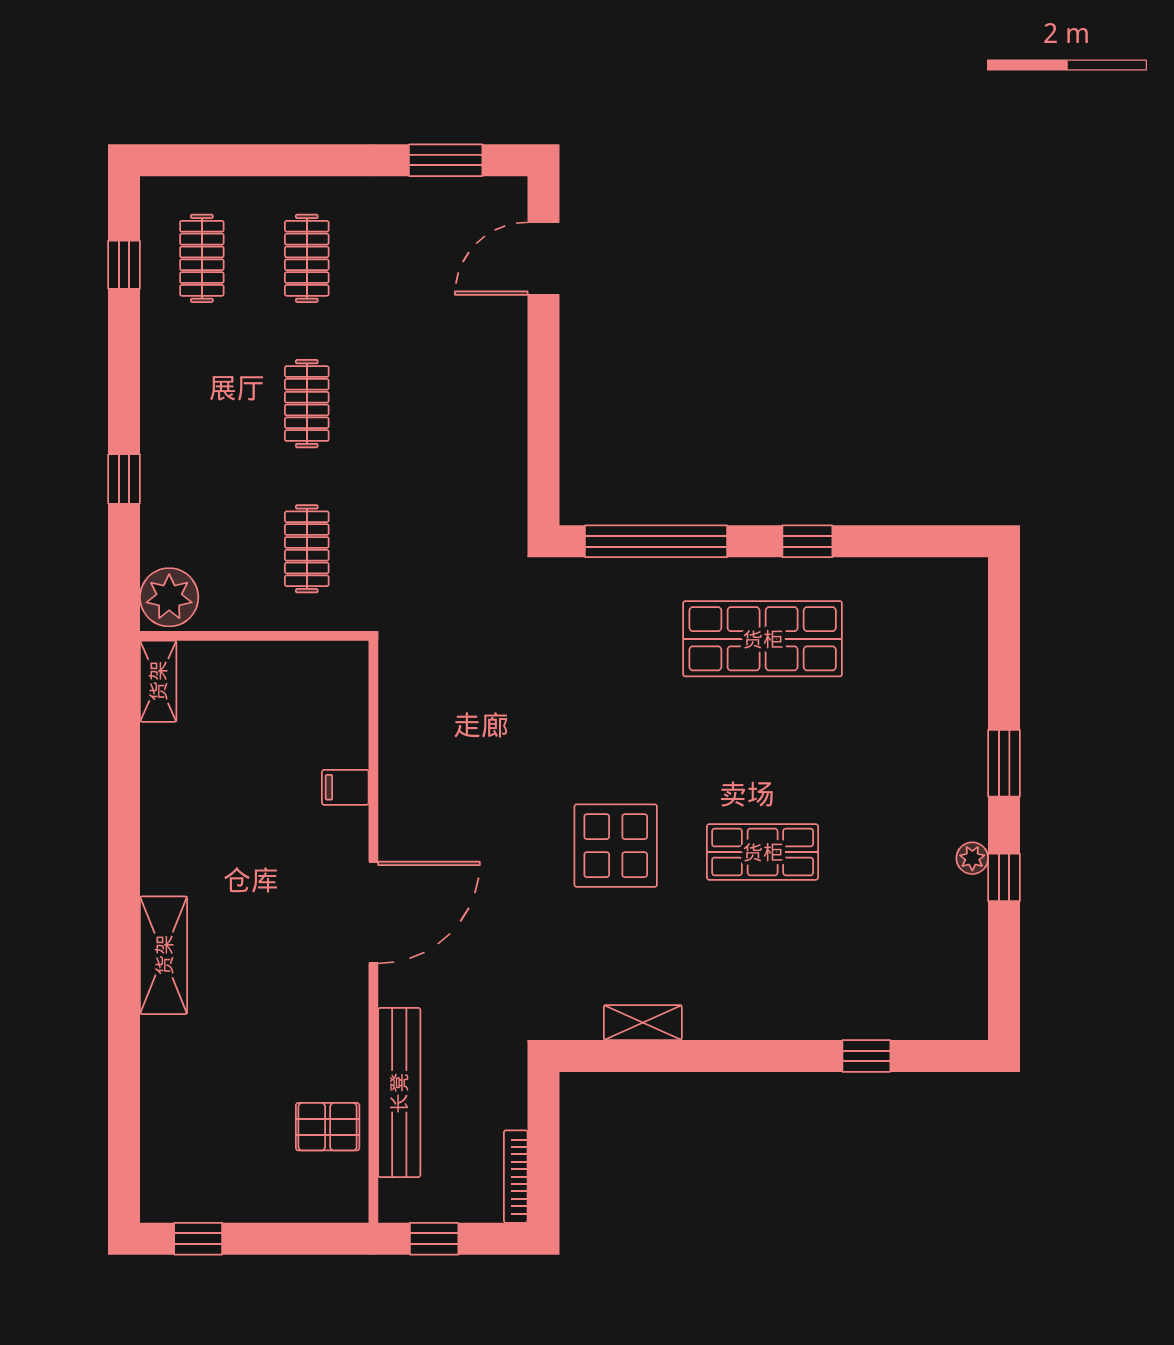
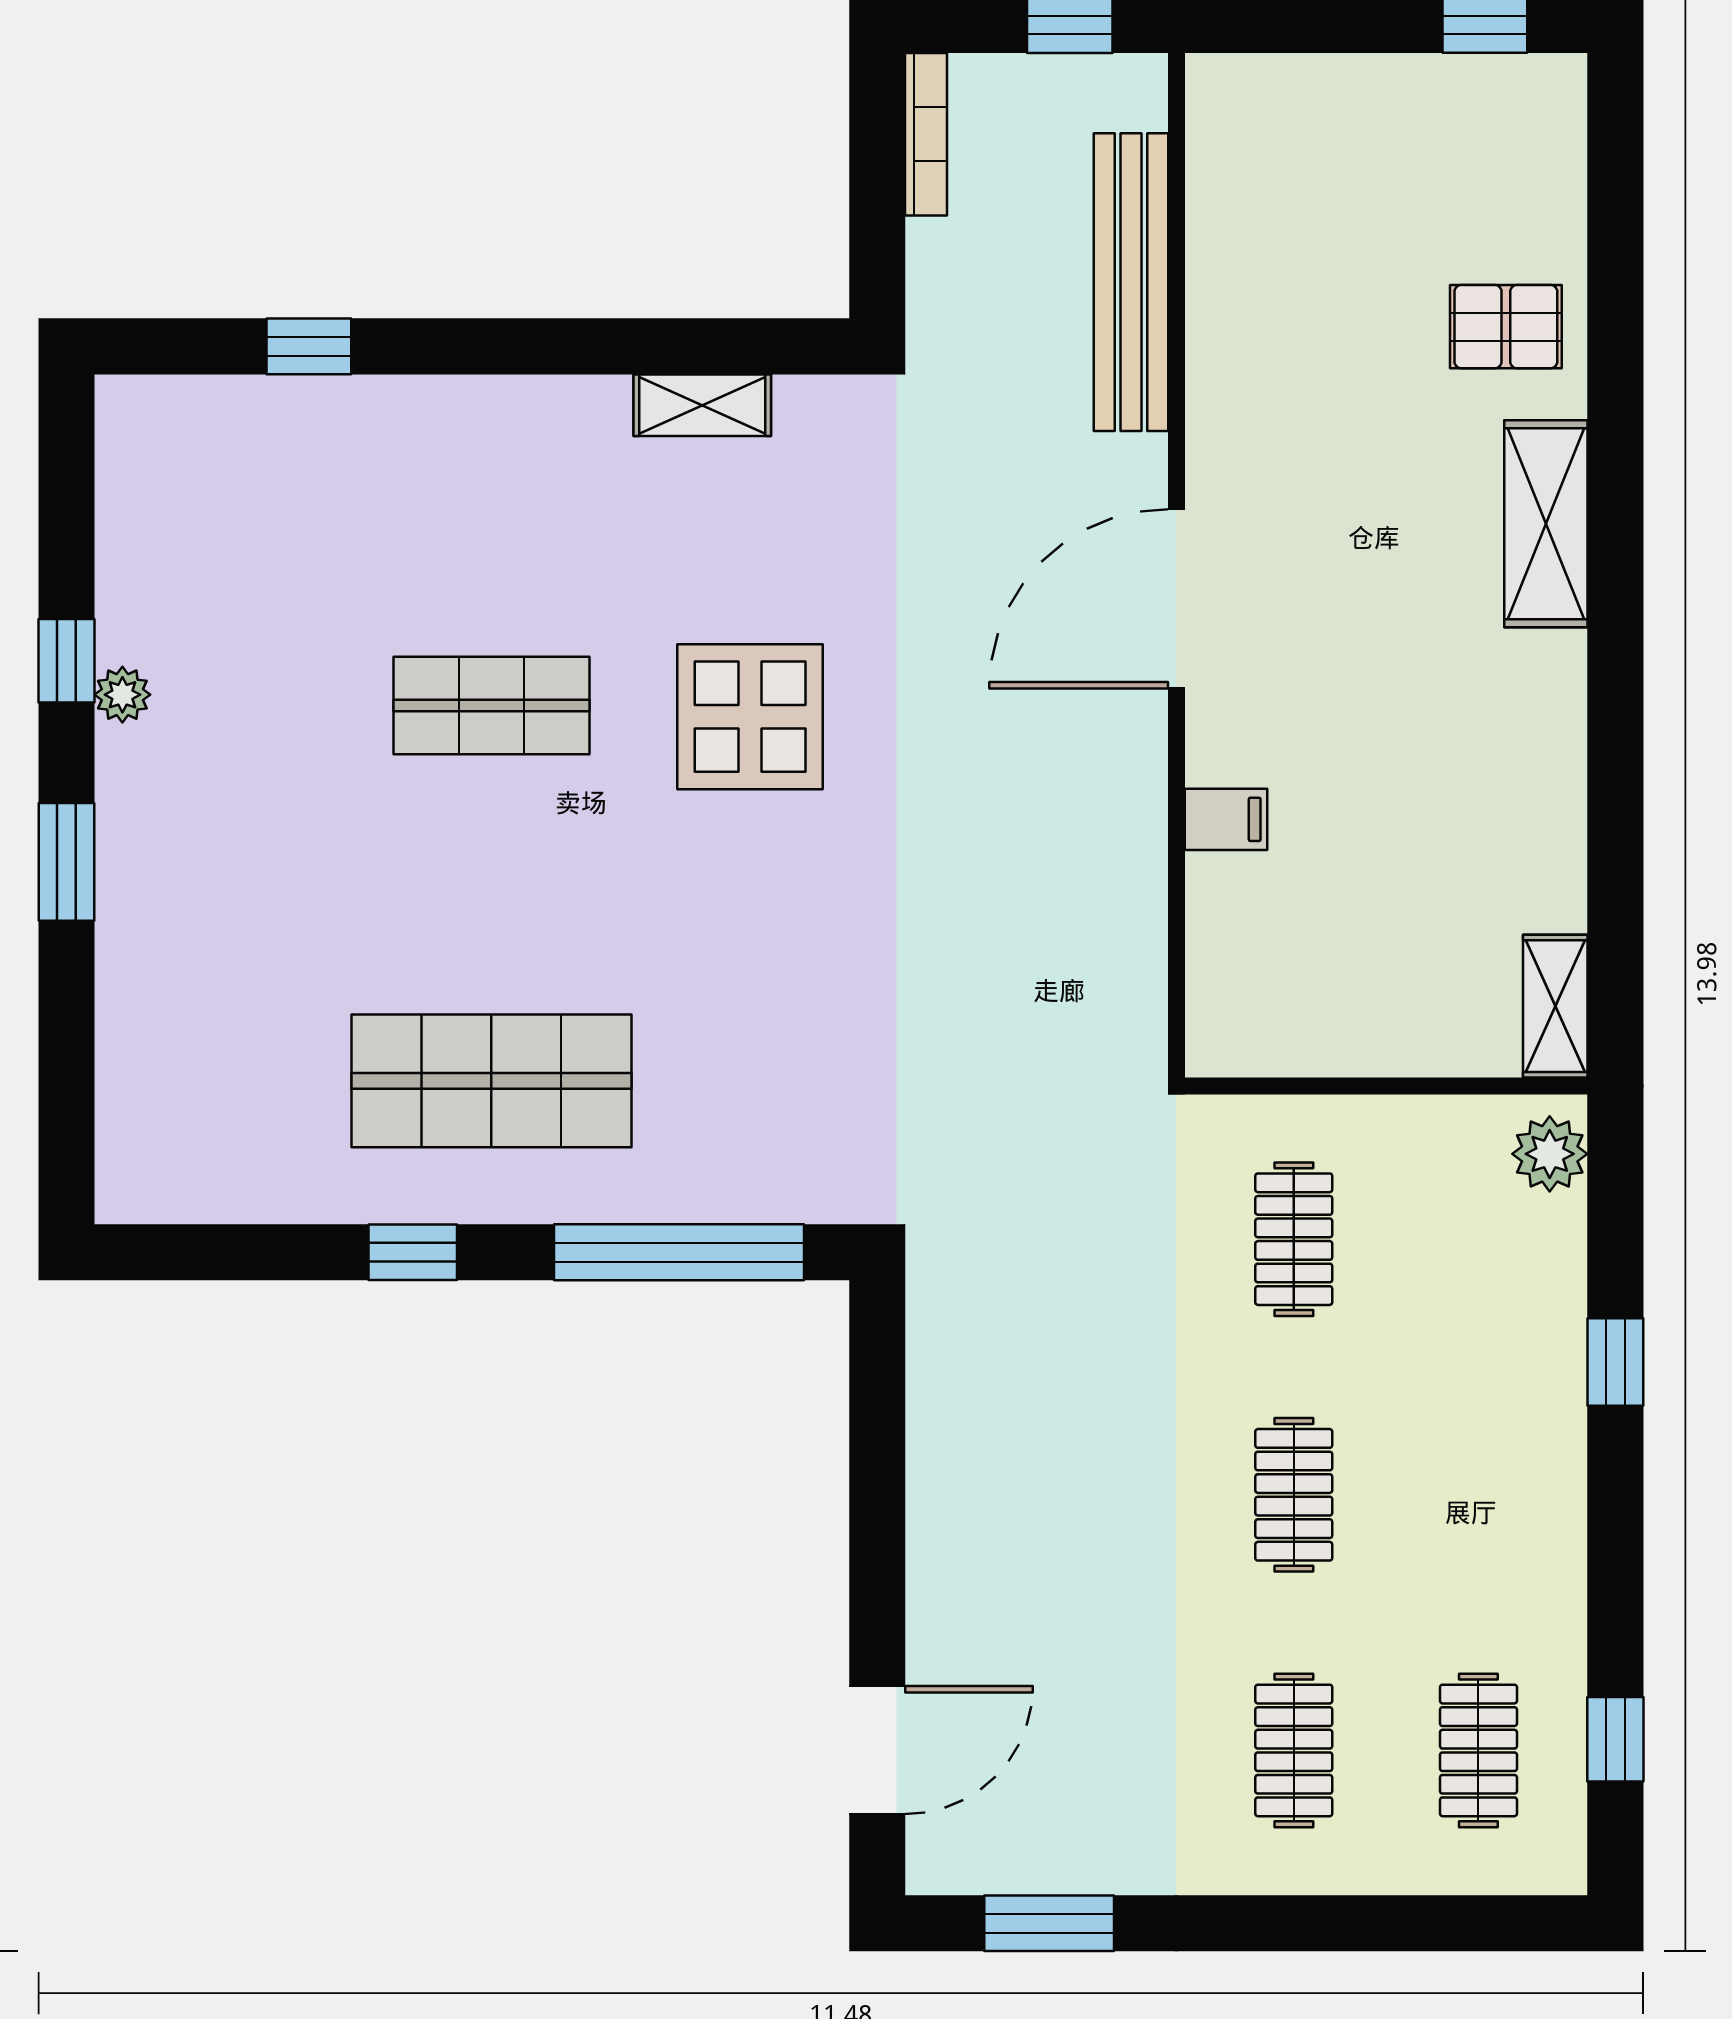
plant: (169, 597) -> (1550, 1154), width x0.73, depth x0.73
pallet: (328, 1127) -> (1506, 327), moved

